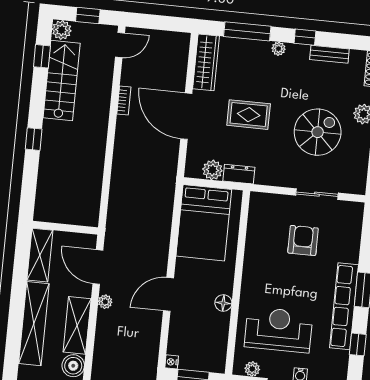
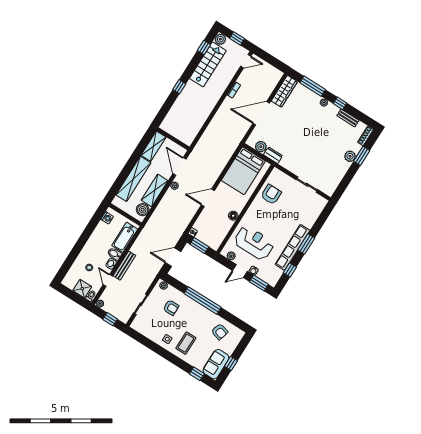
rug: (249, 115) -> (293, 128), removed
door: (186, 116) -> (261, 113), hinge flipped
spiral stairs: (318, 132) -> (323, 154), removed
armchair: (303, 240) -> (271, 194), moved

